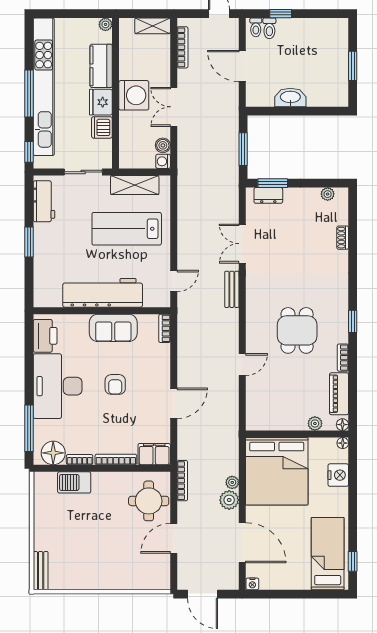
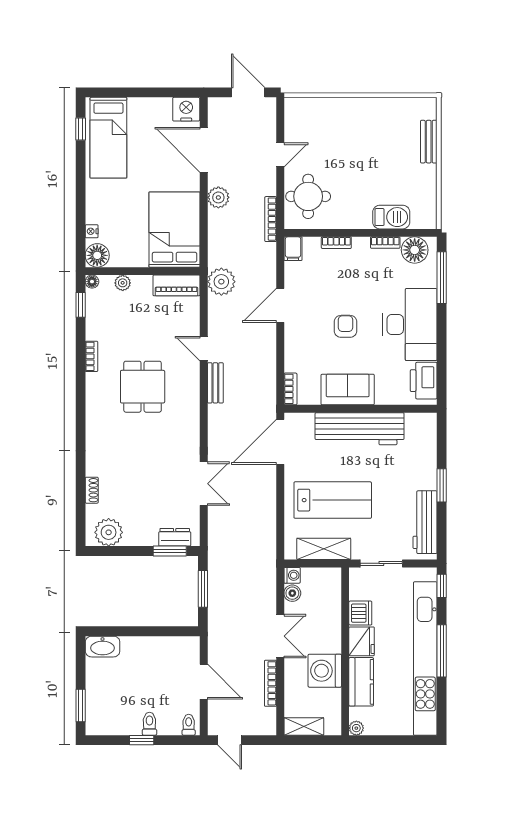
window: (281, 14) -> (142, 740), moved
toilet: (269, 28) -> (149, 724), moved
bookcase: (182, 47) -> (270, 683), moved
window: (353, 66) -> (81, 705), moved
washing machine: (134, 95) -> (325, 671), moved
washbasin: (290, 97) -> (103, 647), moved
plant: (328, 194) -> (109, 532), width x1.87, depth x1.87
workbench: (44, 201) -> (425, 522), width x1.38
door: (174, 281) -> (280, 442), width x1.87
bench: (232, 289) -> (215, 383), moved
window: (353, 321) -> (81, 305), moved
door: (242, 364) -> (204, 349), hinge flipped
piano: (339, 394) -> (176, 285), moved, turned 90
floor lamp: (343, 443) -> (97, 255), width x1.89, depth x1.89
filing cabinet: (154, 454) -> (293, 249), width x0.50
bookcase: (116, 459) -> (336, 243), width x0.64
bed: (277, 471) -> (175, 230), width x0.73
nightstand: (338, 475) -> (92, 231), width x0.53, depth x0.56
plant: (232, 482) -> (221, 282), moved, width x1.88, depth x1.88
door: (174, 538) -> (280, 155), width x0.73
bench: (41, 571) -> (429, 142), moved
nightstand: (252, 584) -> (186, 109), width x1.89, depth x1.79

